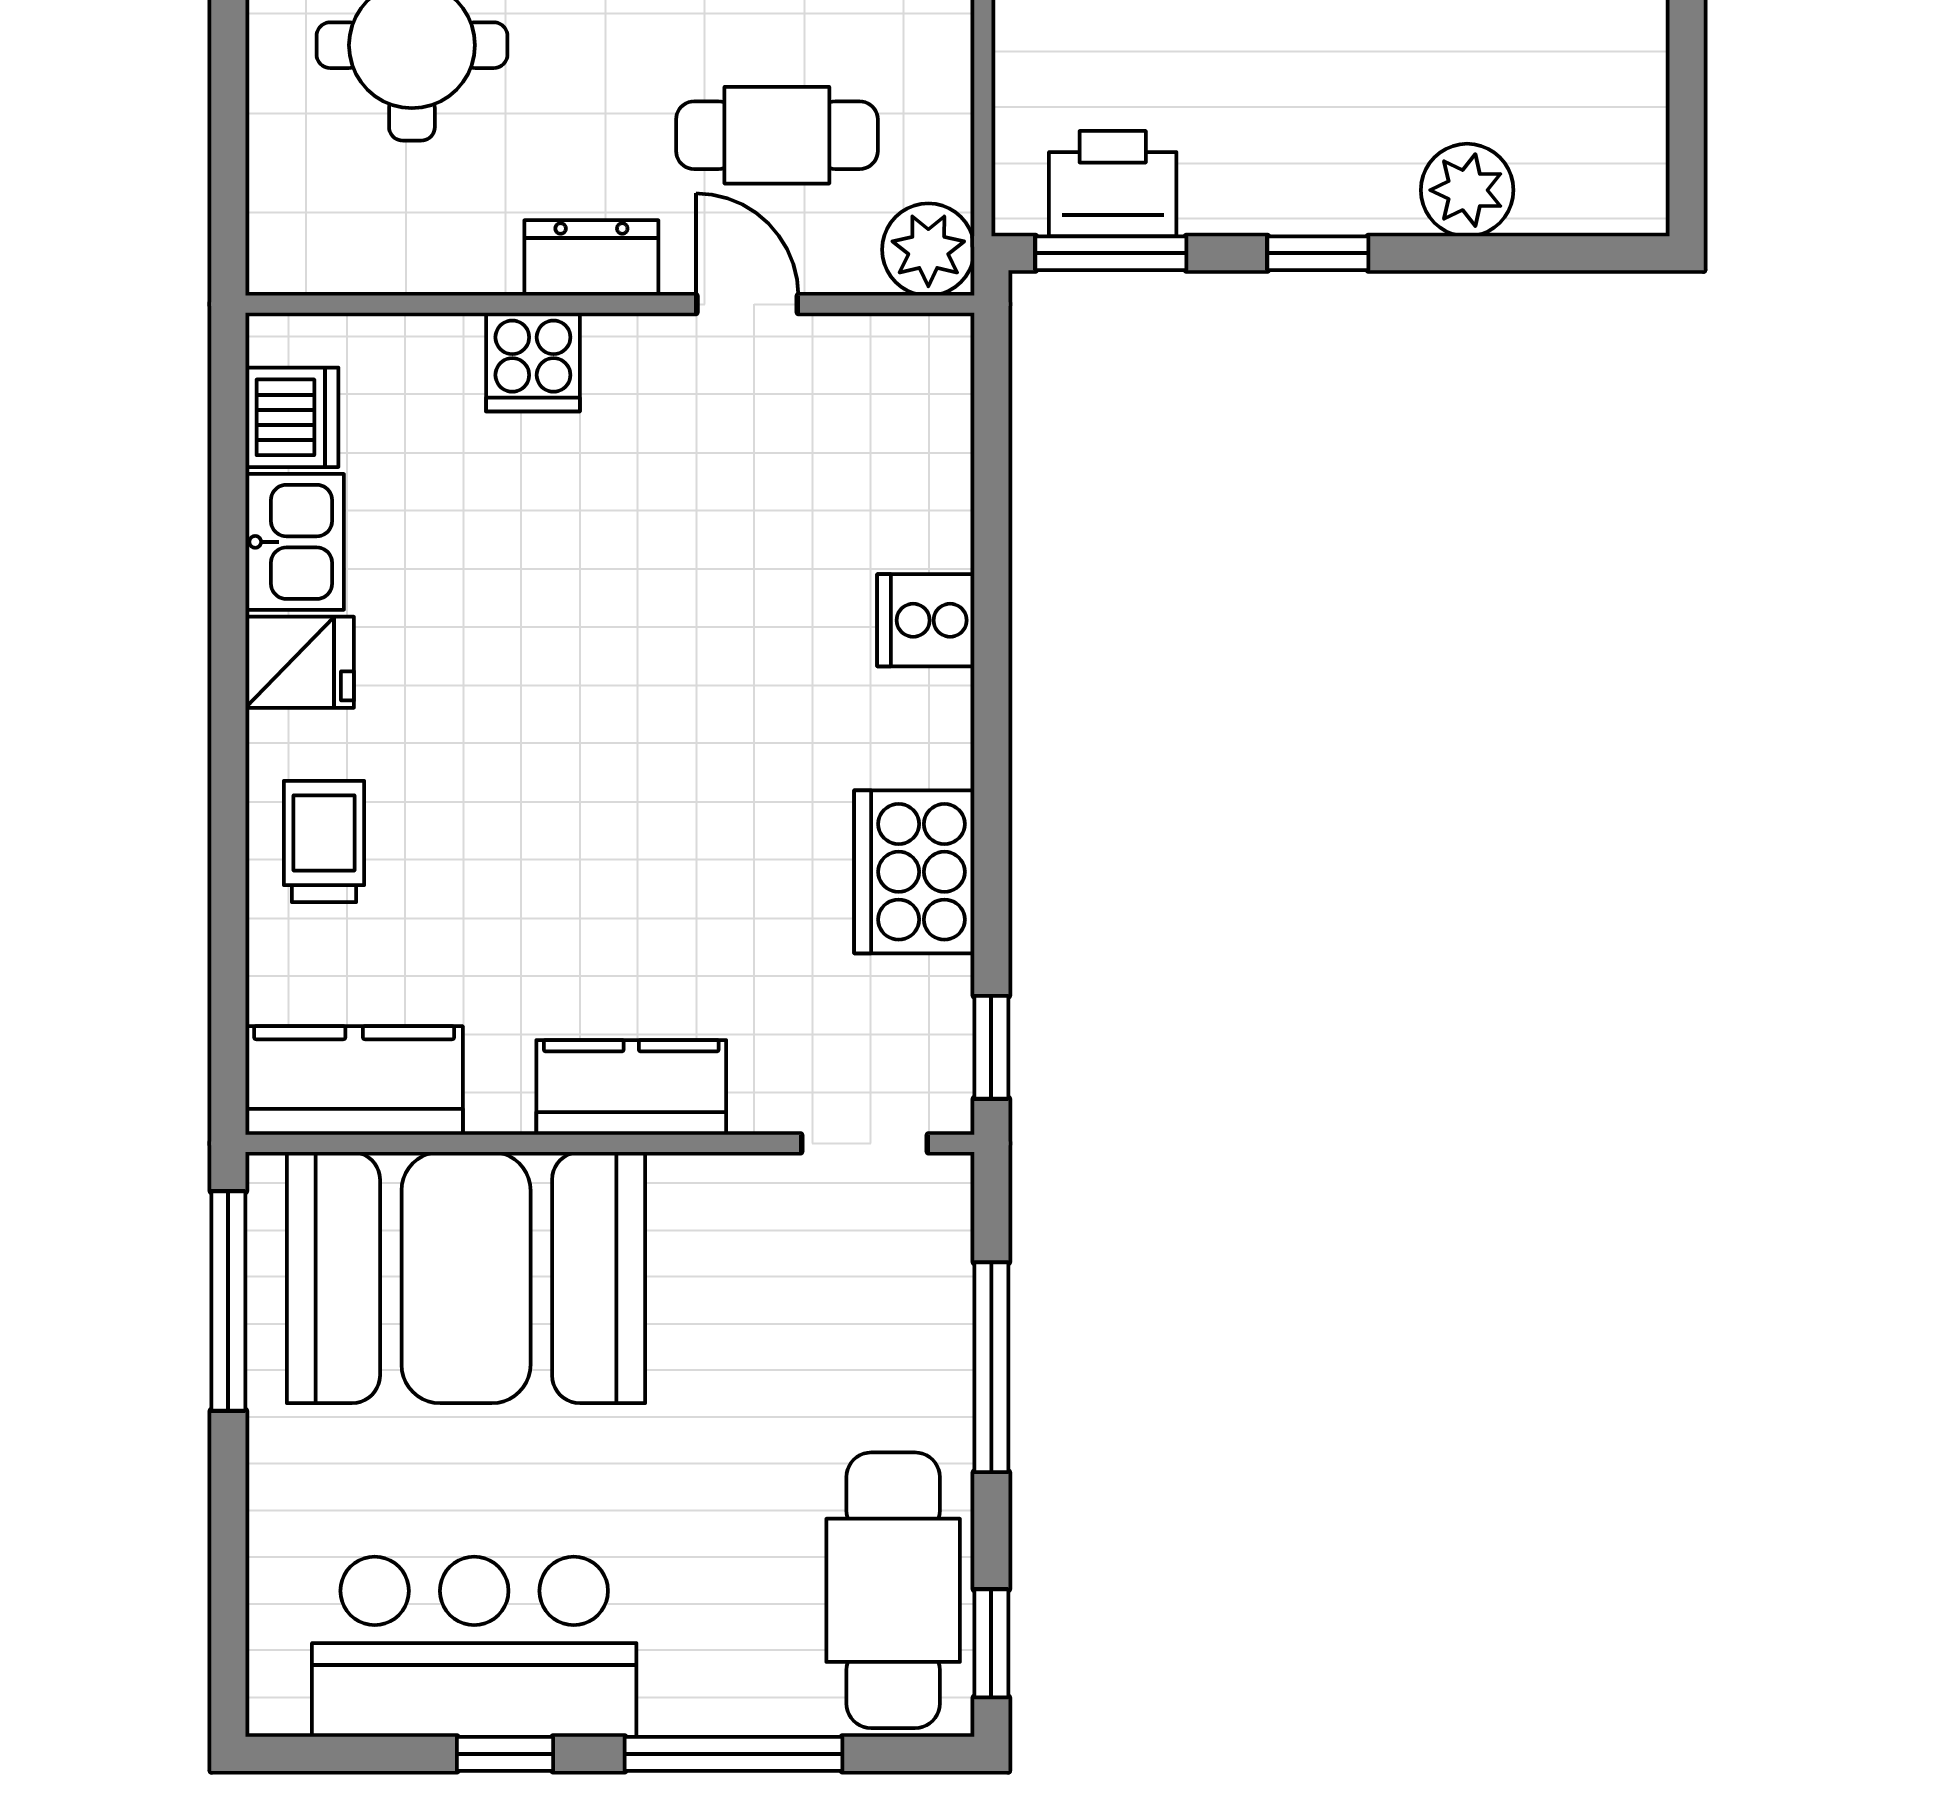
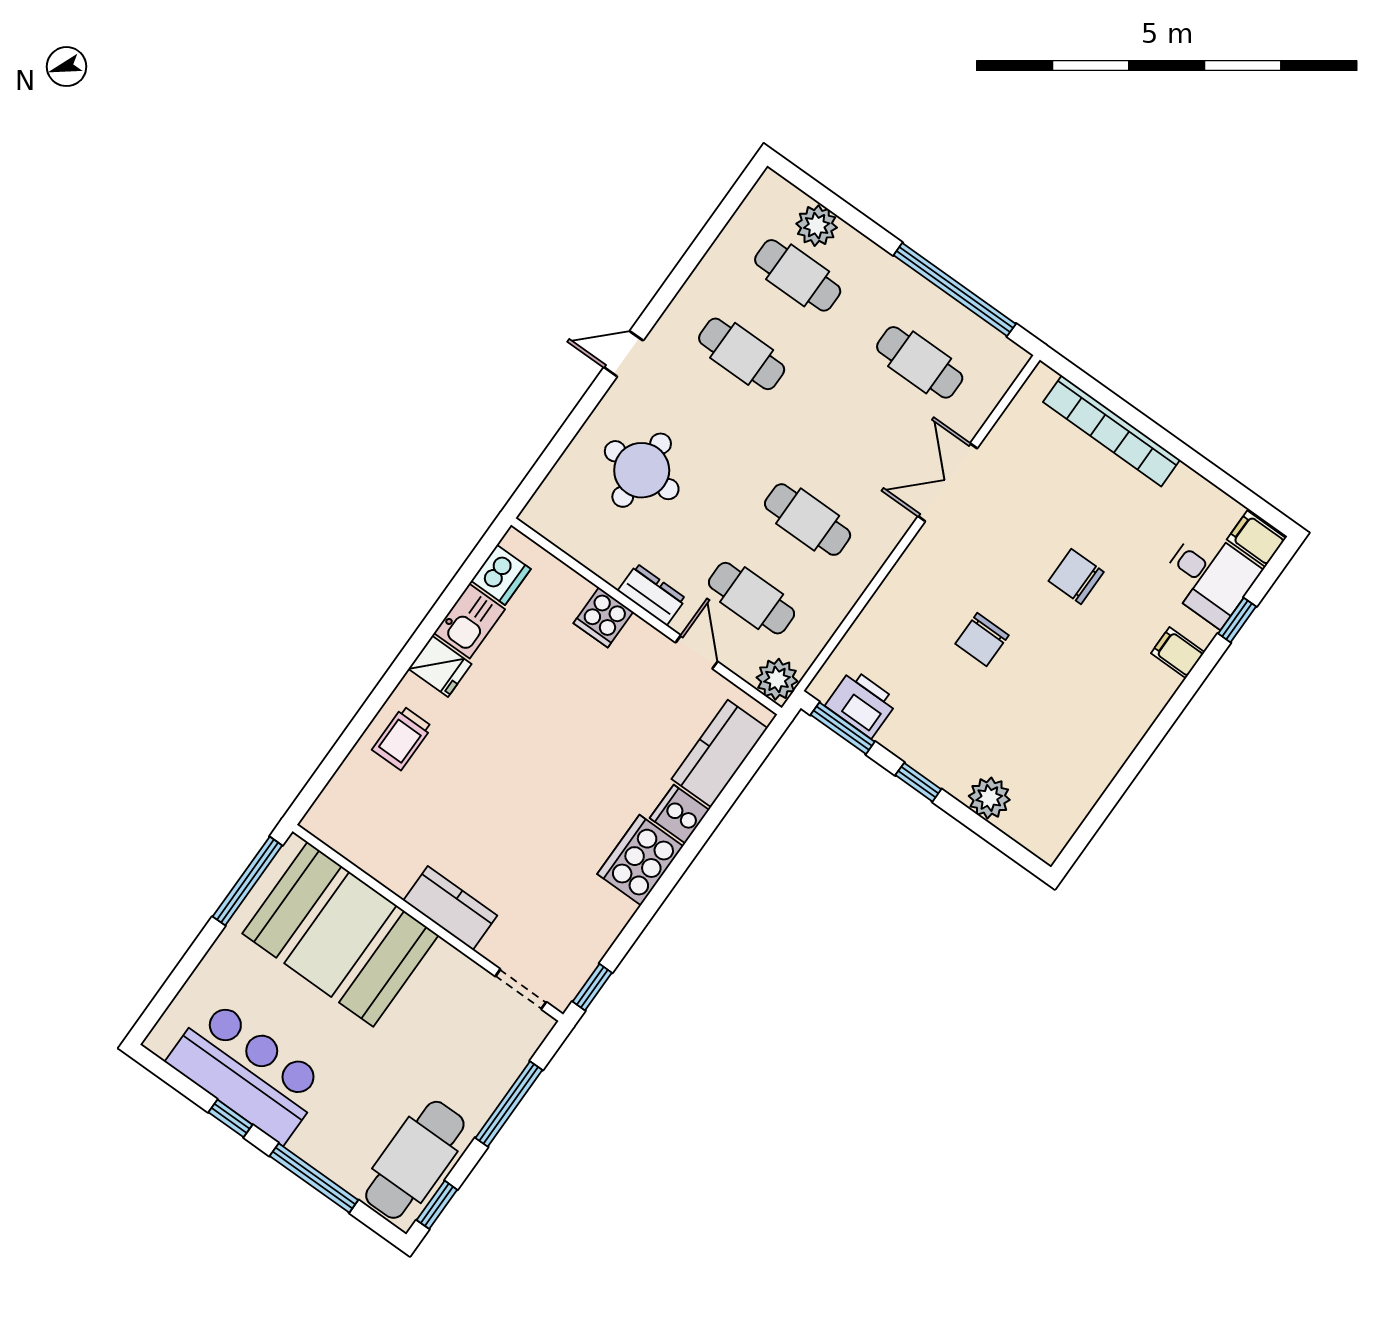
trolley: (324, 841) -> (402, 738), turned 180
cooker: (914, 872) -> (640, 860), moved
kitchen counter: (354, 1081) -> (720, 754), moved, turned -90

